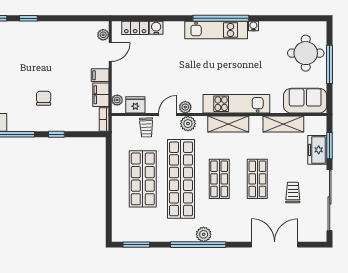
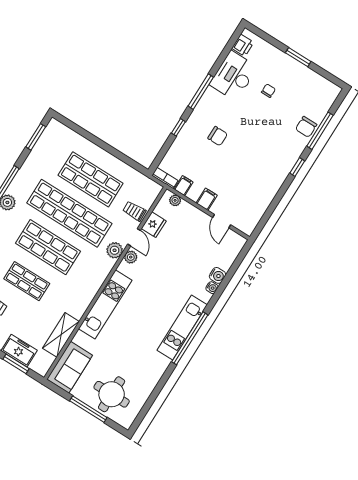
water cooler: (253, 26) -> (212, 288), moved
locker: (135, 28) -> (229, 257), removed
plant: (103, 35) -> (241, 224), removed
filing cabinet: (101, 95) -> (183, 186), width x0.50
fridge: (135, 105) -> (154, 225), moved
shelving: (228, 124) -> (92, 286), removed
shop shelf: (219, 179) -> (48, 247), width x1.43, depth x1.36

